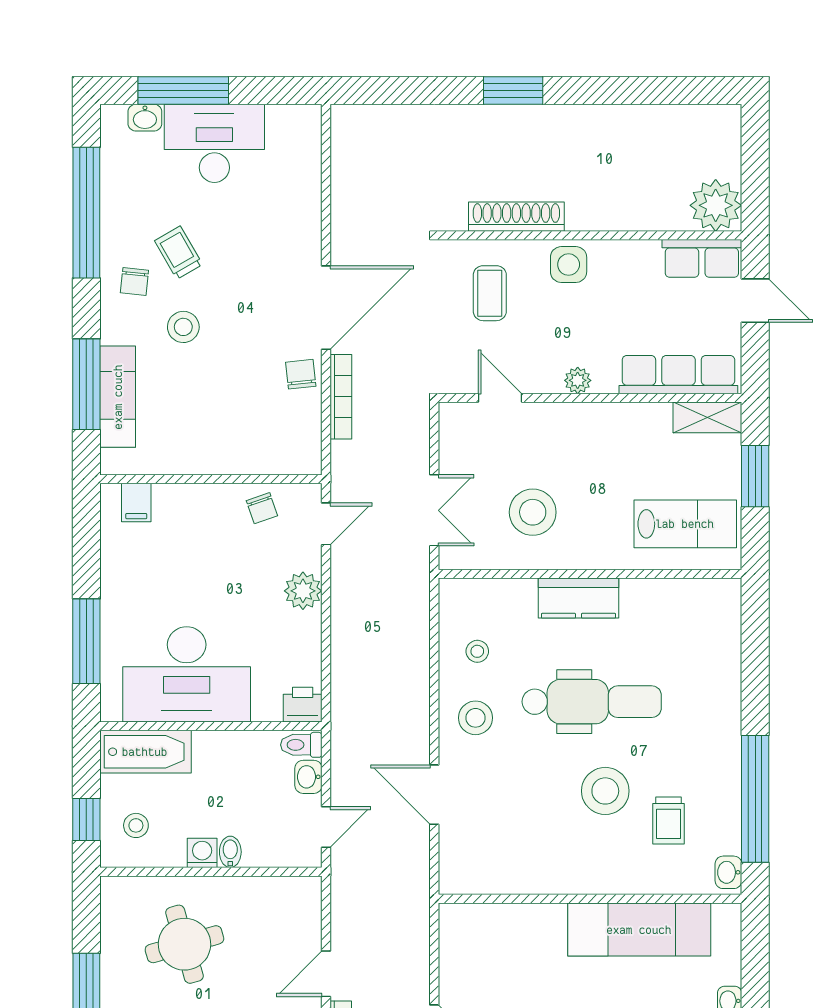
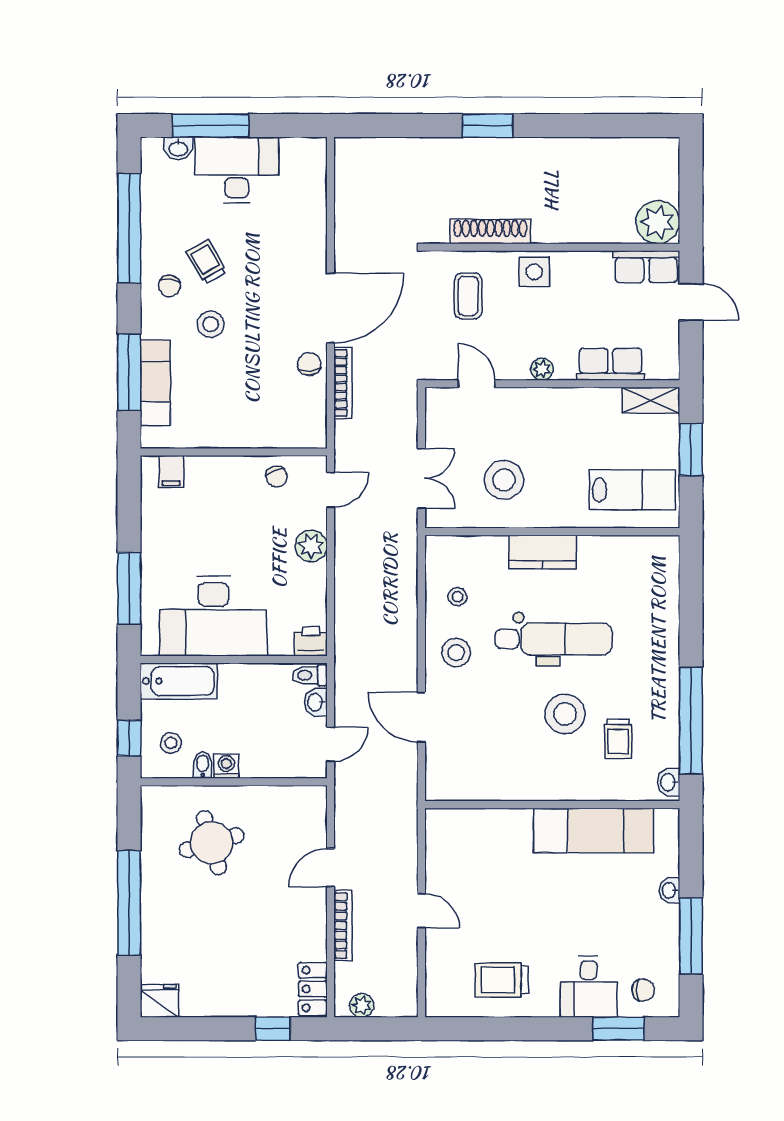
row of seats: (678, 375) -> (610, 364), width x0.68
bidet: (230, 852) -> (203, 765), moved

